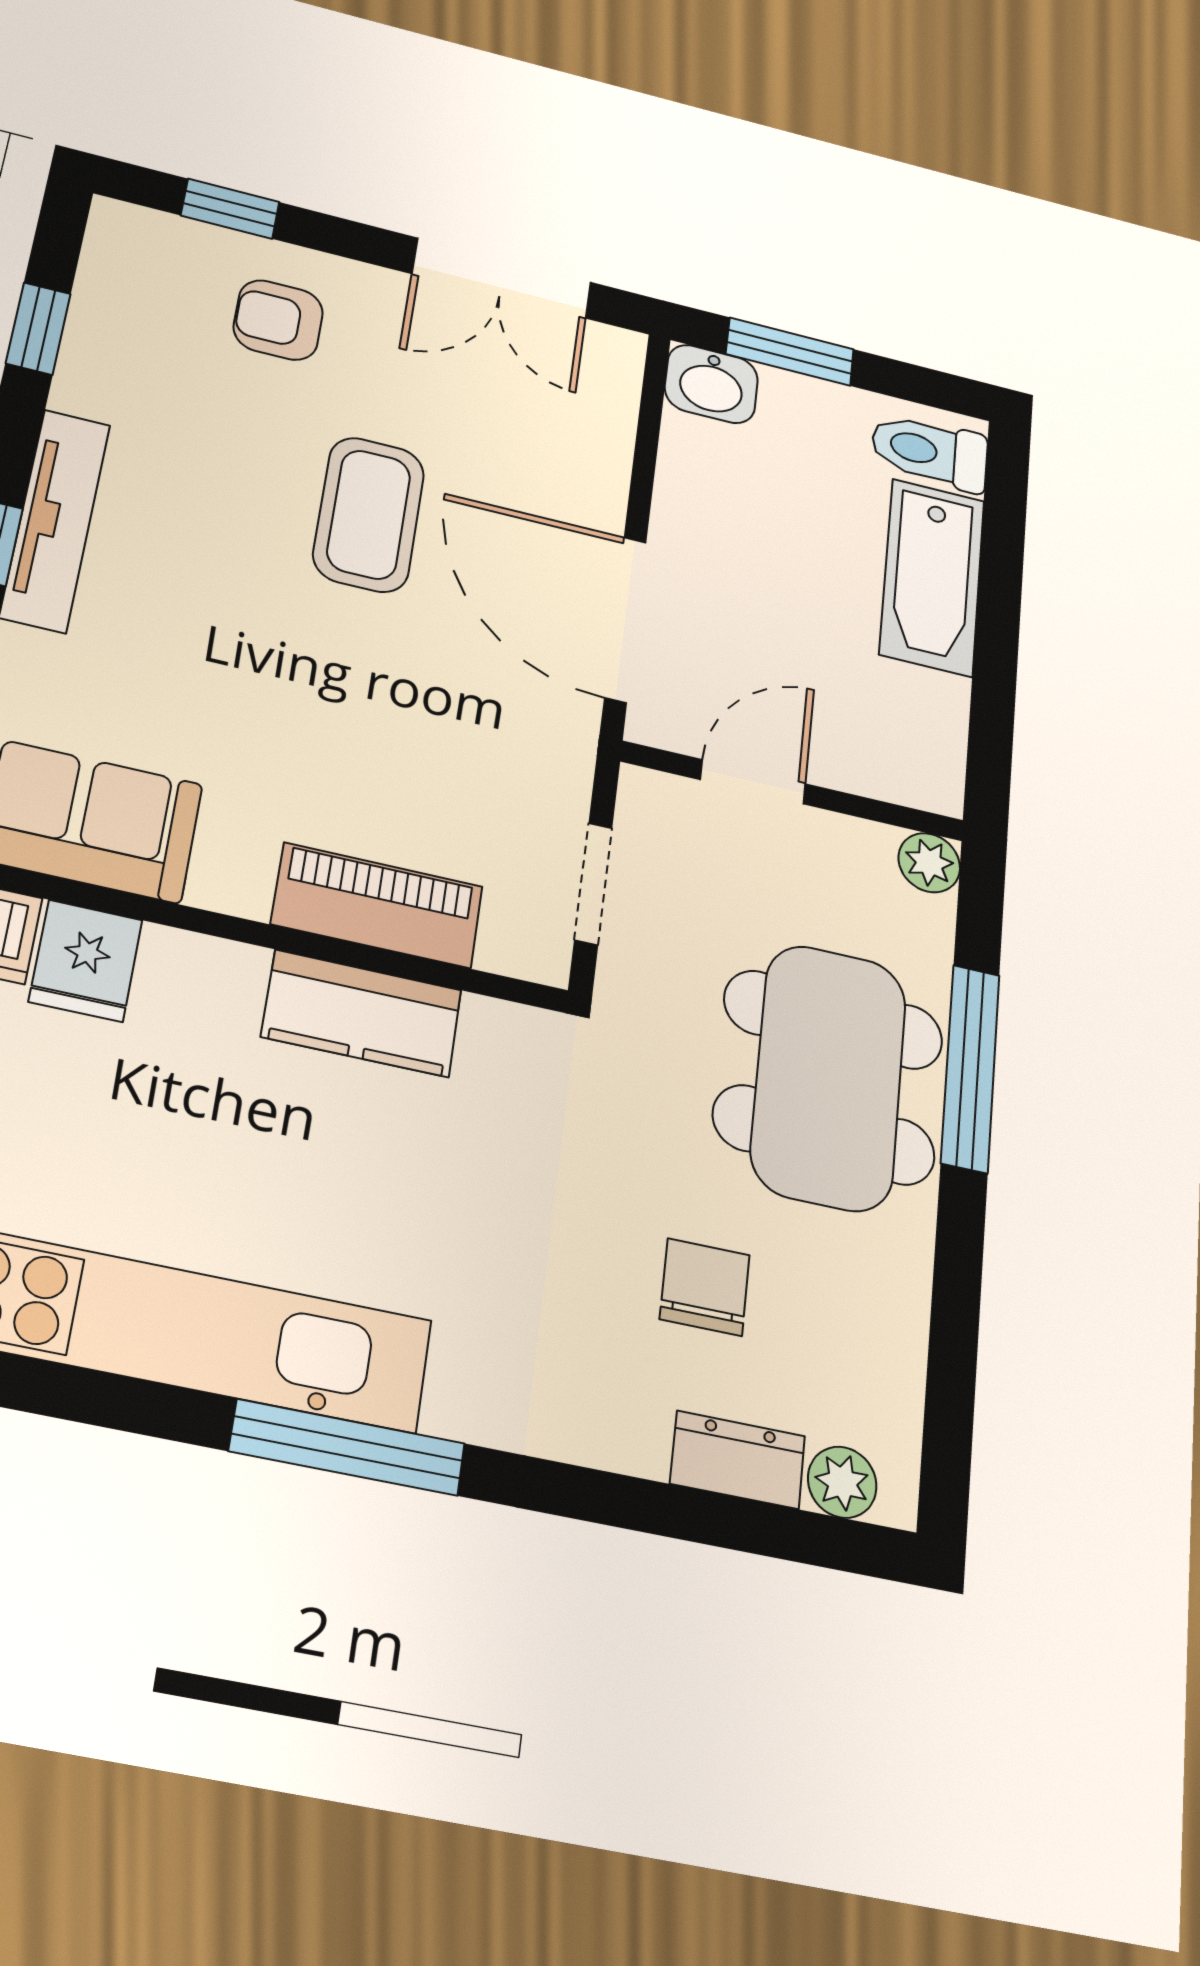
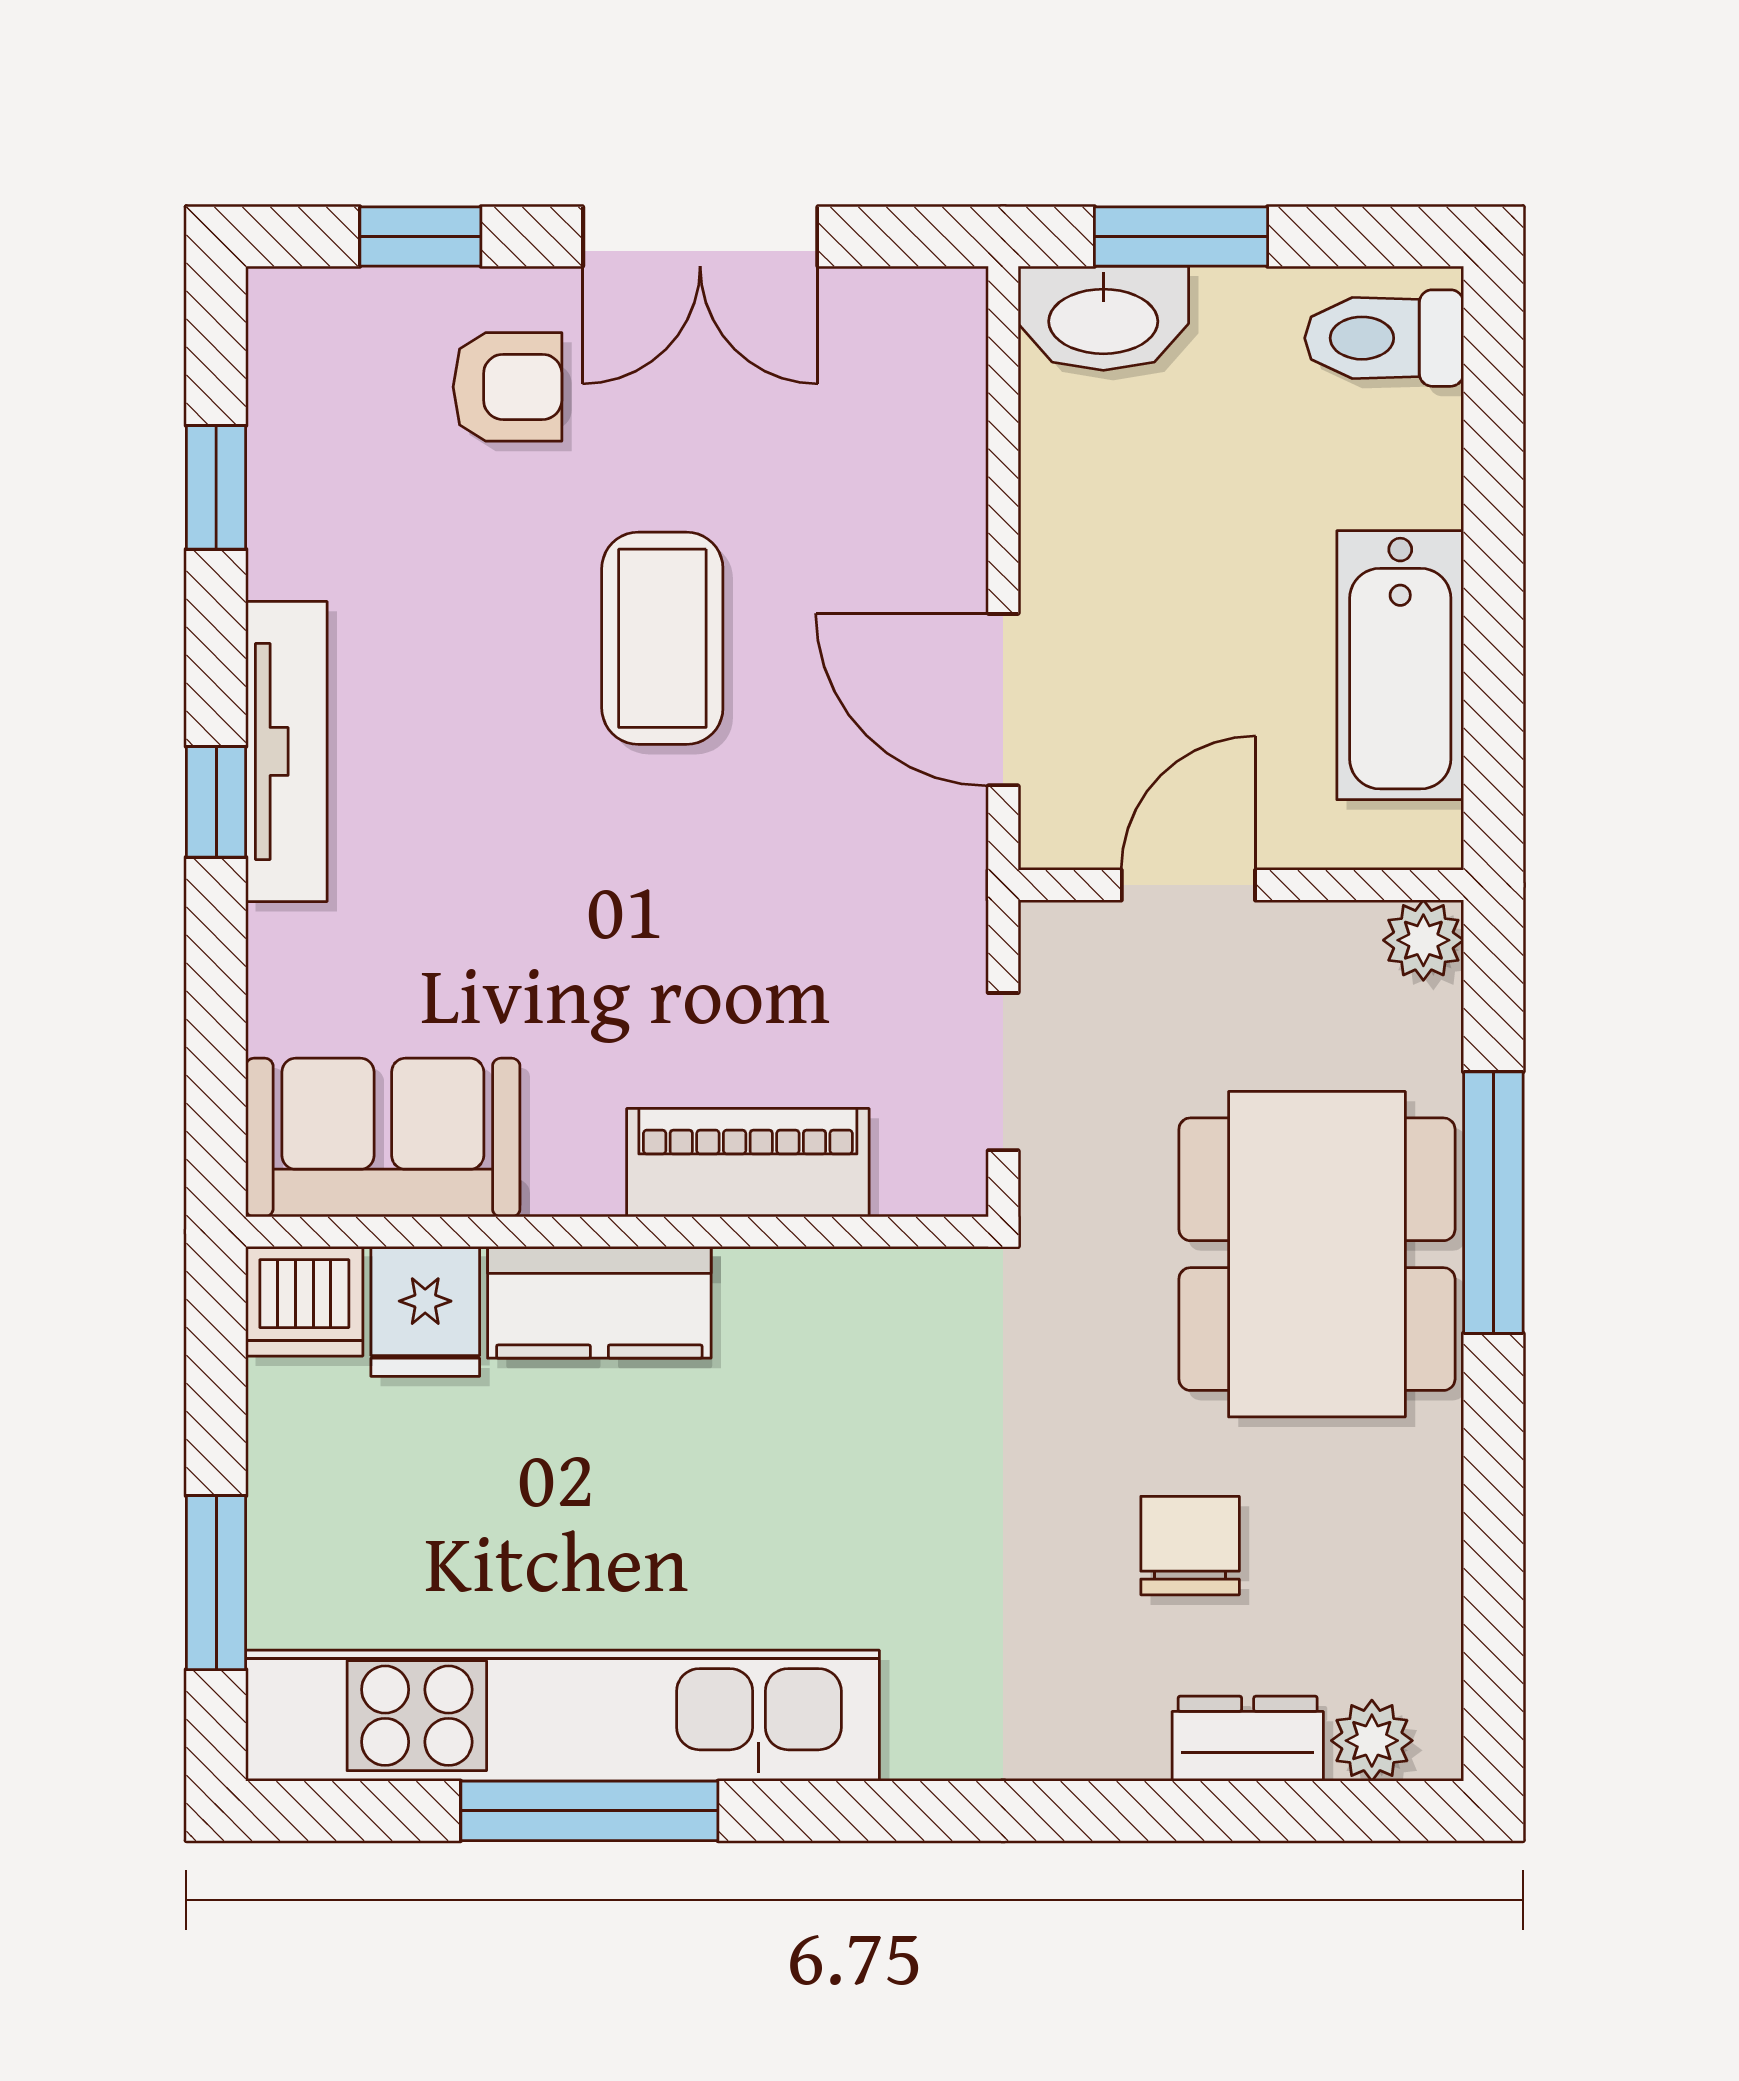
double door: (502, 278) -> (700, 237), moved
armchair: (278, 320) -> (507, 387), turned 180
washbasin: (711, 384) -> (1103, 318), width x1.38
bathtub: (932, 577) -> (1400, 665), moved
door: (625, 619) -> (1003, 700), width x0.73
kitchen counter: (362, 1013) -> (599, 1302), moved
window: (347, 1447) -> (589, 1811), moved

